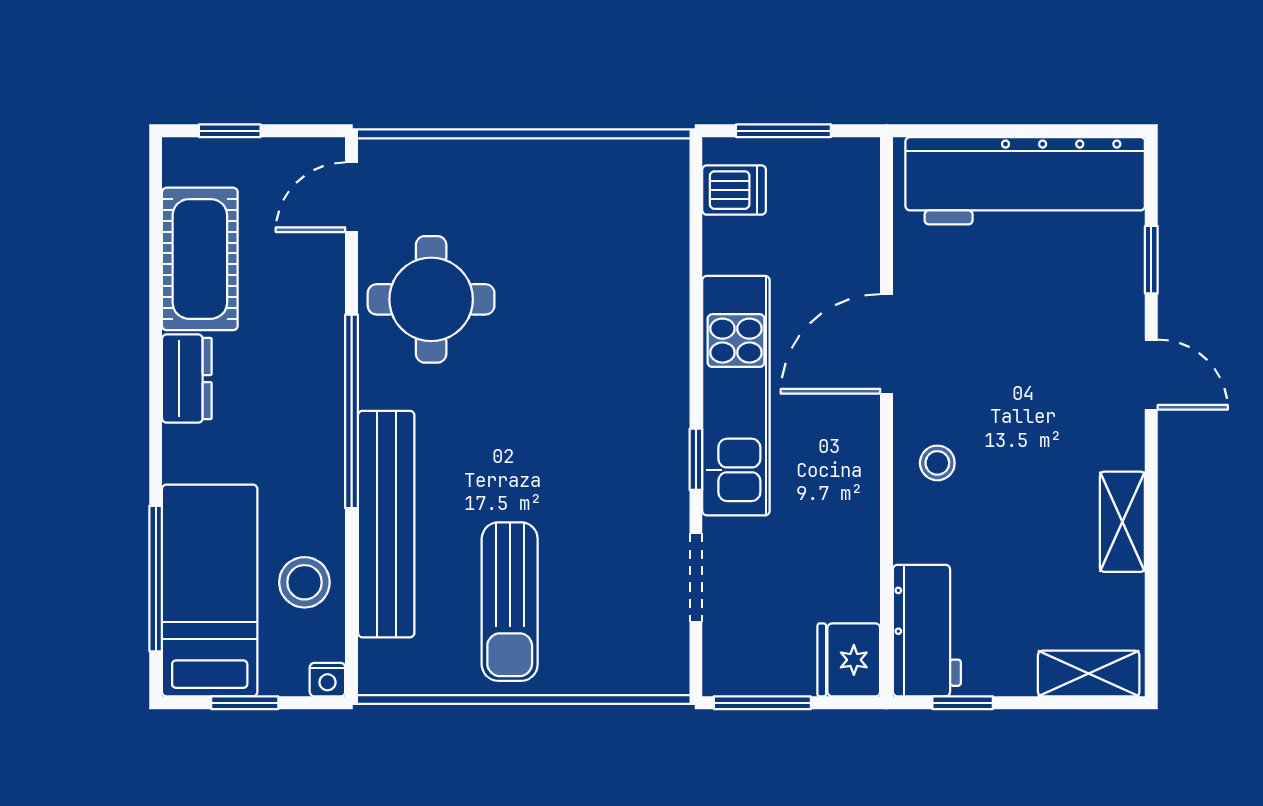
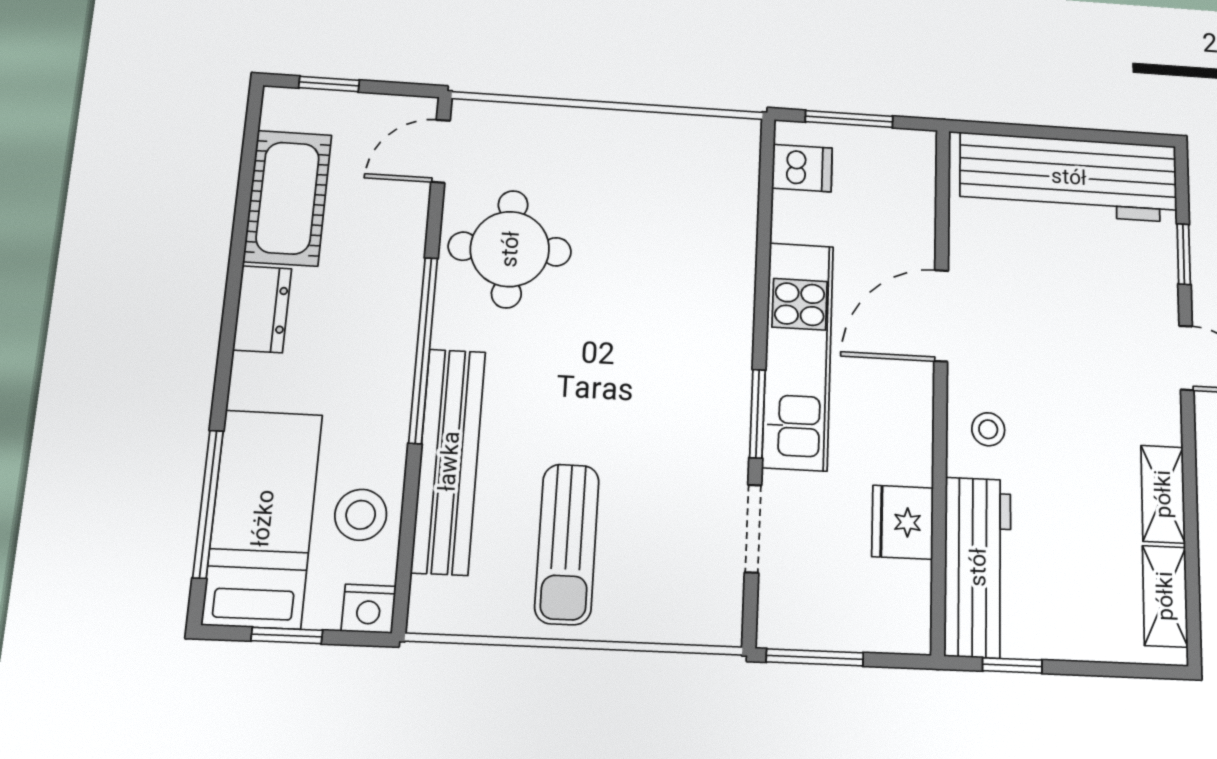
window: (696, 459) -> (757, 414), width x1.50
workbench: (927, 631) -> (978, 567), width x1.38
fridge: (849, 660) -> (903, 522), moved
shelving: (1089, 674) -> (1165, 596), moved, turned 90
nightstand: (327, 680) -> (369, 609), width x1.39, depth x1.35

